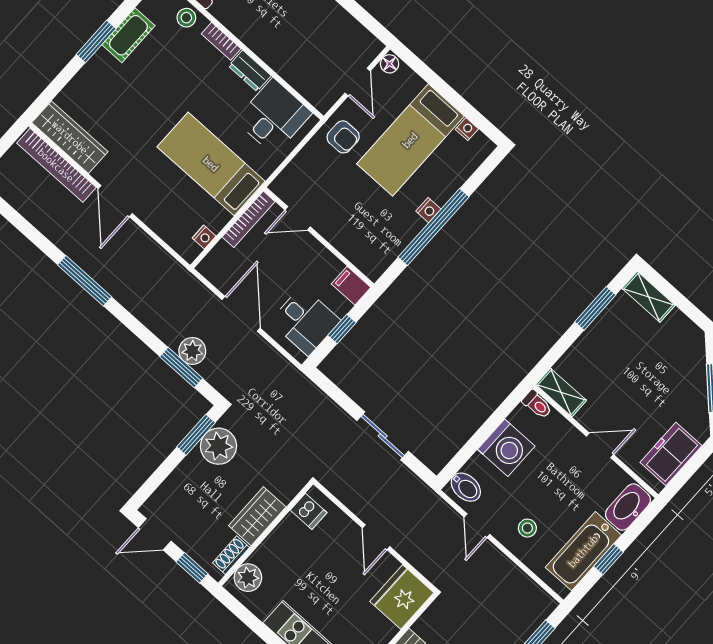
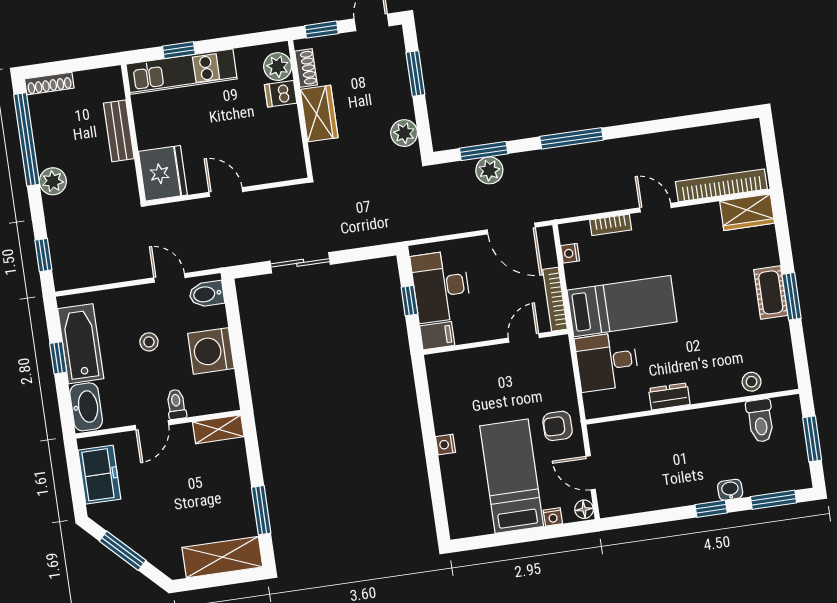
cot: (128, 35) -> (771, 292), moved
bookcase: (221, 41) -> (611, 225), moved, turned 180
desk: (274, 117) -> (607, 362), moved, turned 90
nightstand: (467, 129) -> (553, 517), moved
wardrobe: (70, 137) -> (747, 212), width x0.67
door: (115, 201) -> (655, 208), width x0.73
window: (433, 227) -> (429, 438), removed
window: (85, 281) -> (572, 138), moved
shelving: (649, 297) -> (222, 557), width x1.50, depth x1.33
door: (241, 314) -> (511, 228), moved
desk: (305, 321) -> (441, 286), width x1.37
toilet: (537, 404) -> (176, 404), moved, turned 90
window: (196, 435) -> (415, 73), moved
plant: (218, 446) -> (404, 133), width x0.73, depth x0.73
dishwasher: (309, 511) -> (281, 94), moved
stool: (527, 528) -> (149, 342), moved

